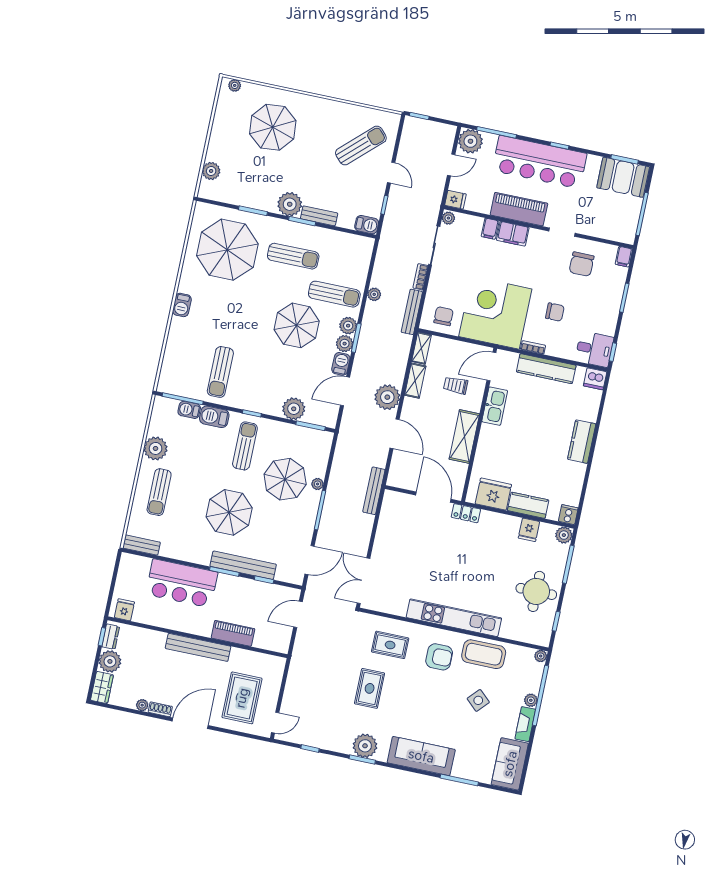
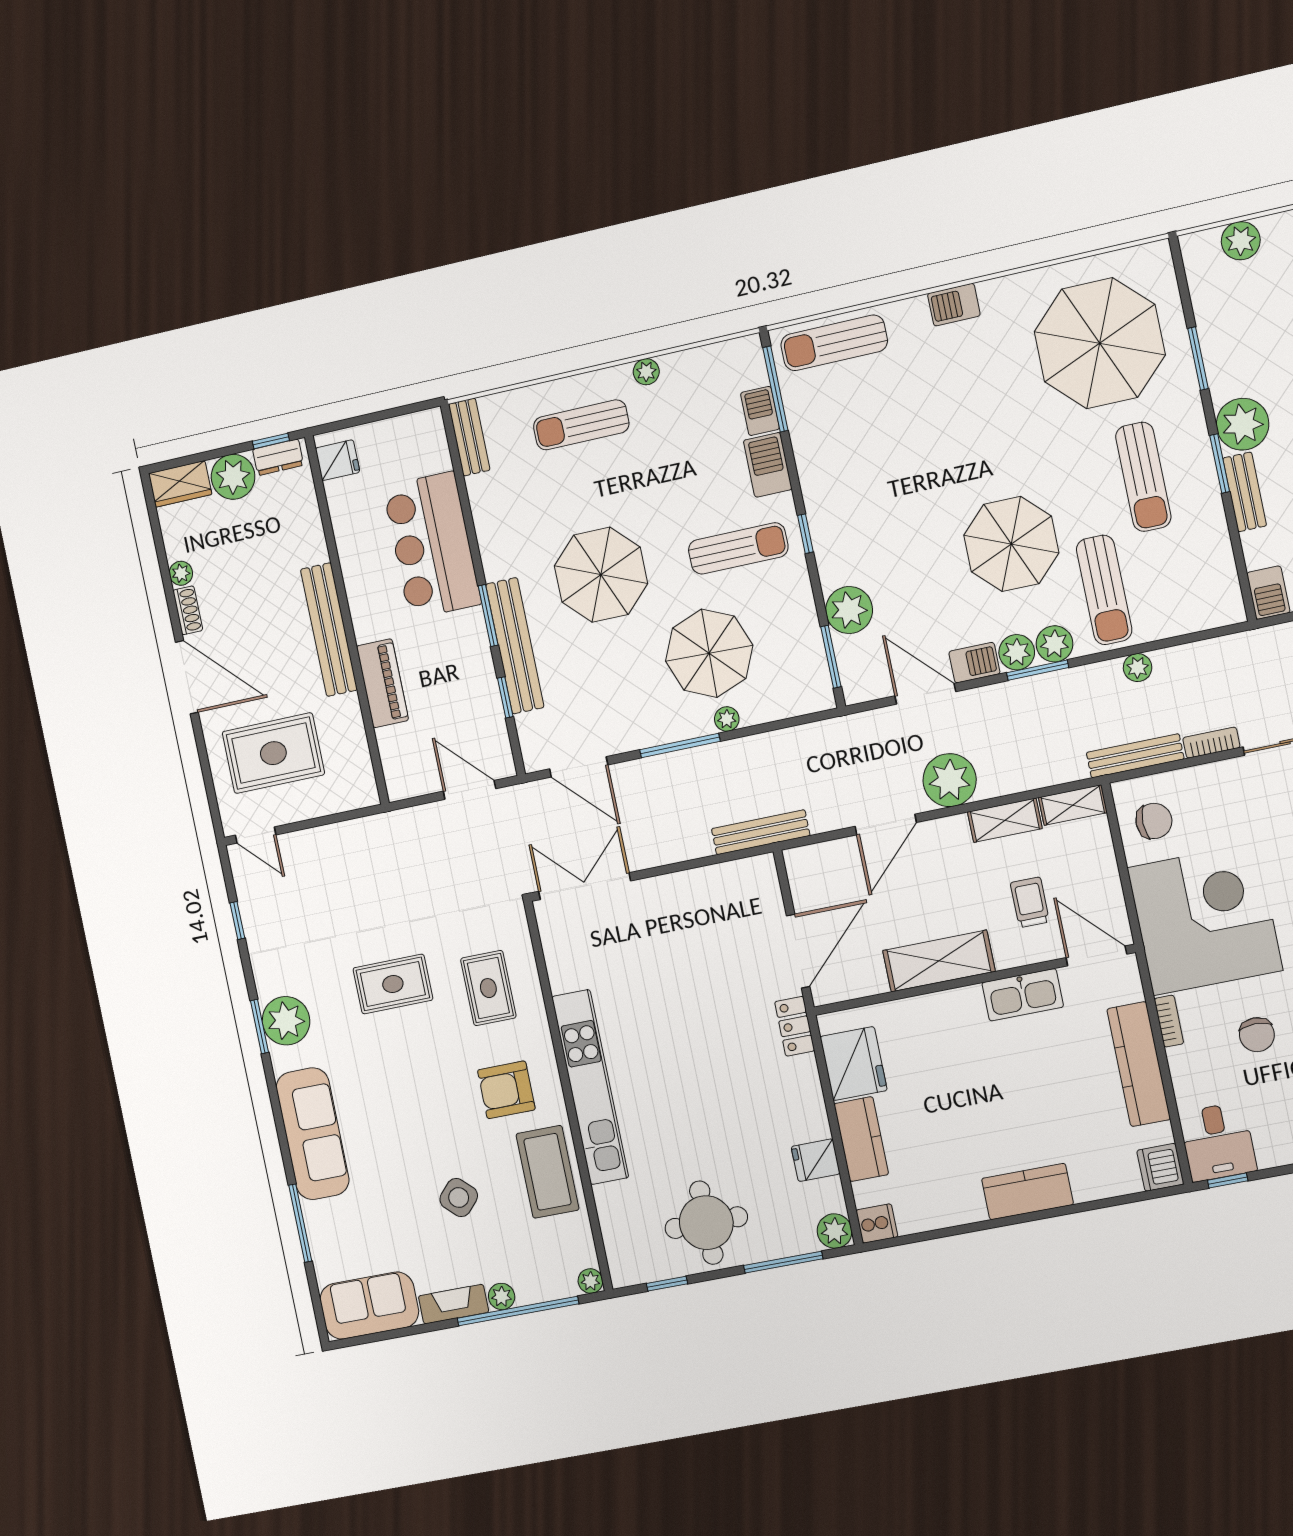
sun lounger: (220, 372) -> (834, 343), moved
plant: (156, 448) -> (646, 372), width x0.53, depth x0.53
armchair: (439, 657) -> (506, 1090), turned 90

